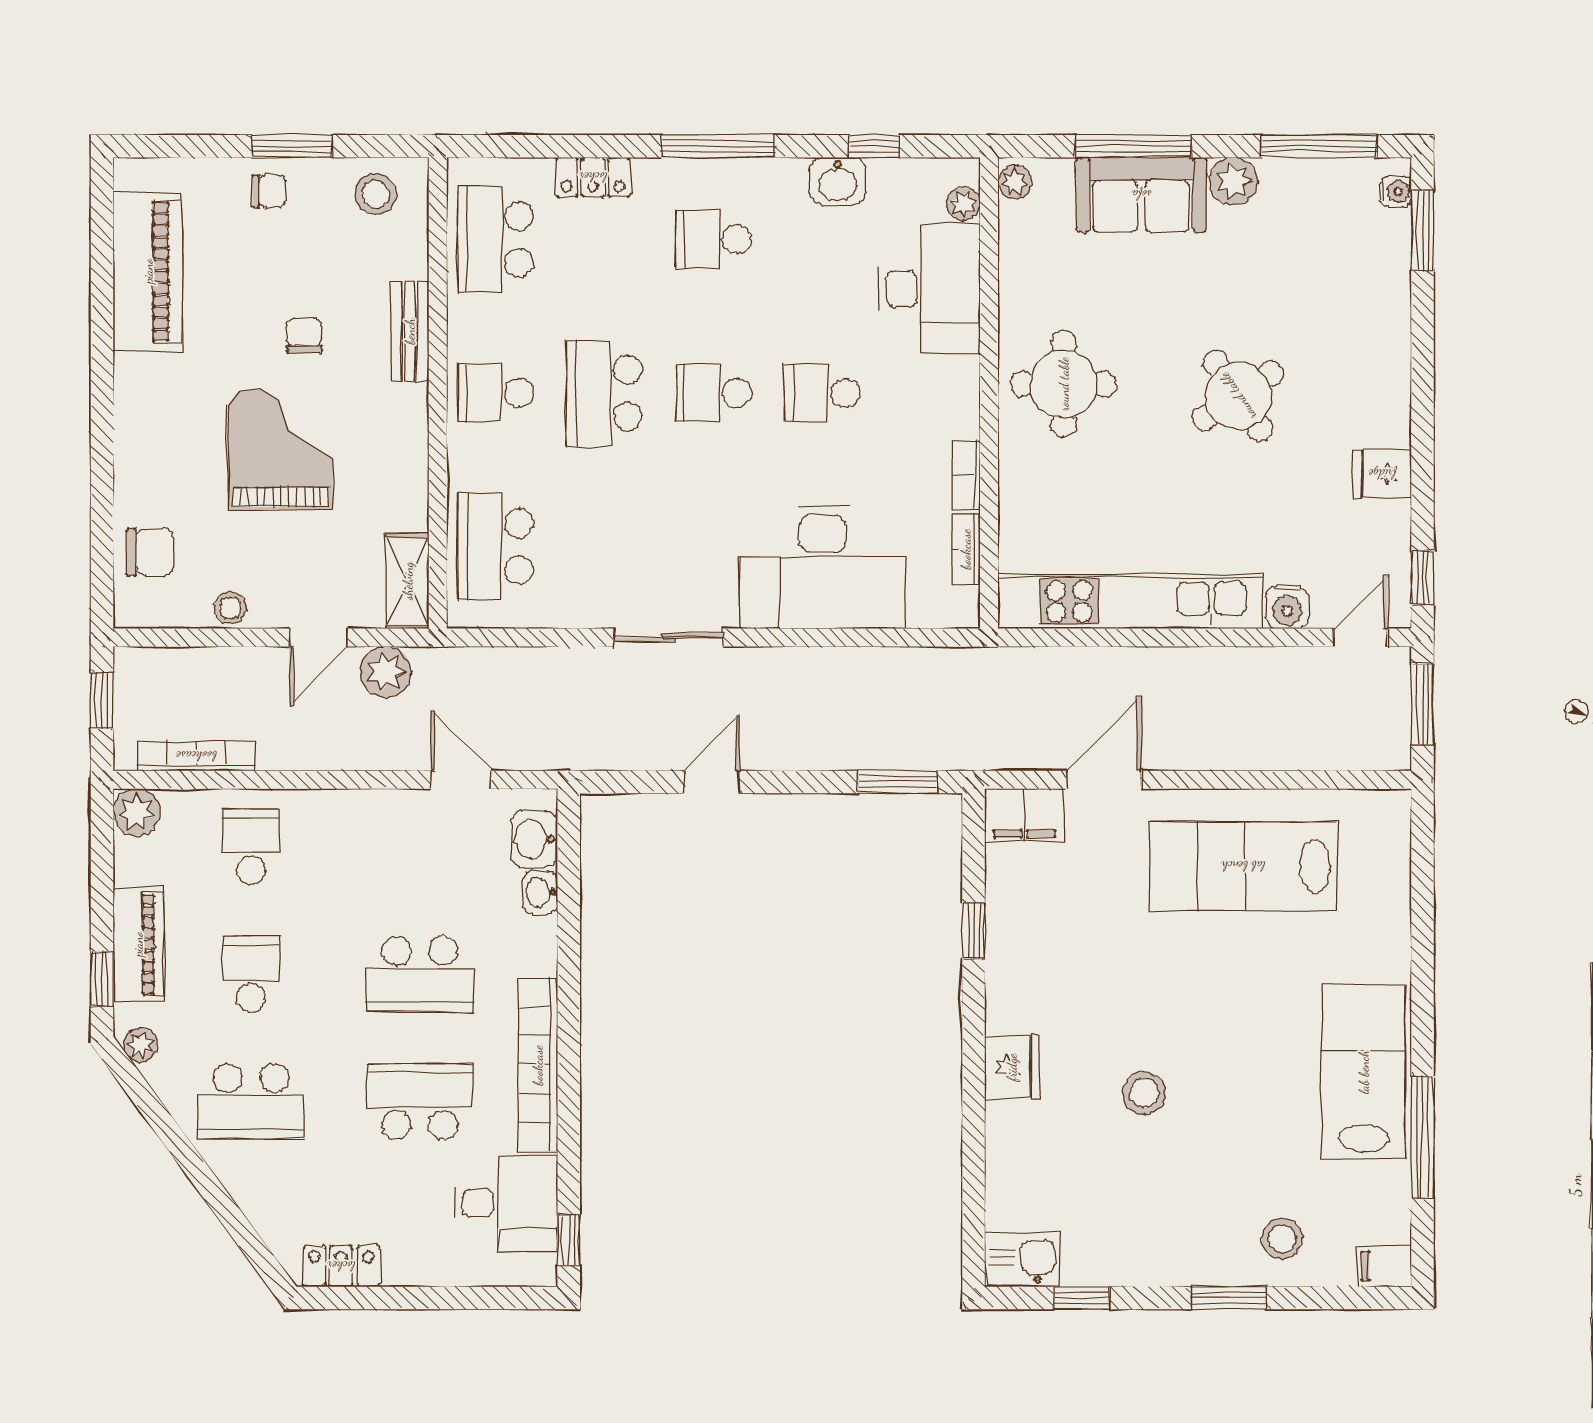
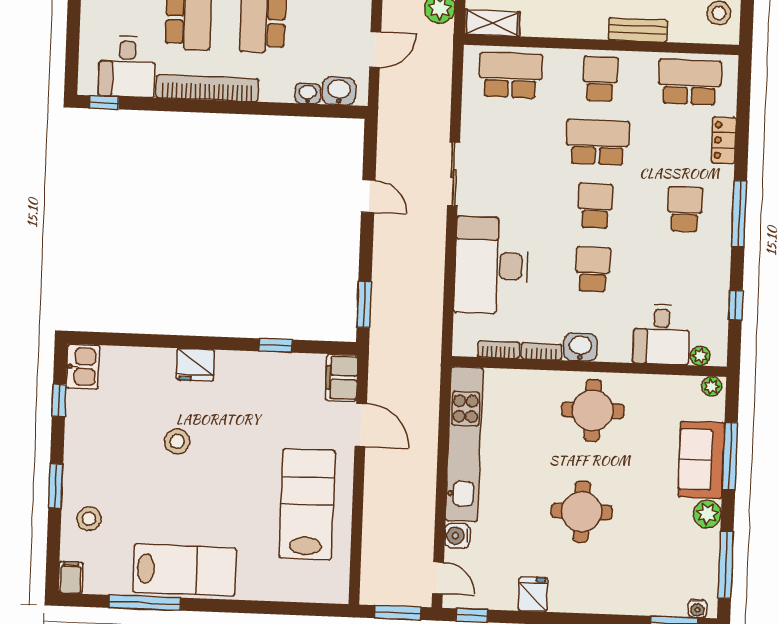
washbasin: (838, 181) -> (580, 347), moved, turned 90
desk: (929, 289) -> (661, 334), width x0.73
round table: (1238, 396) -> (582, 512), turned 34

